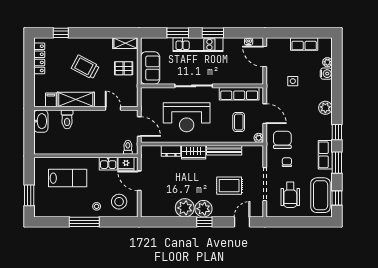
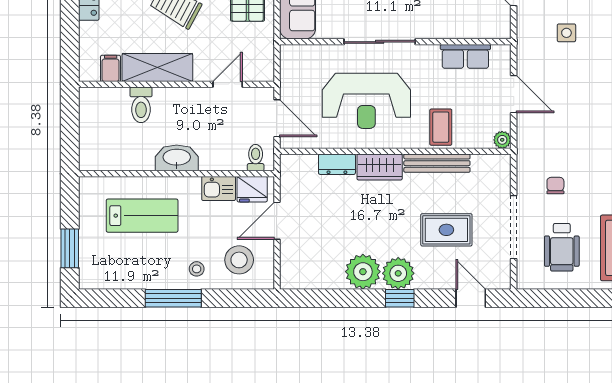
row of seats: (239, 94) -> (465, 56), width x0.68
door: (113, 108) -> (228, 84), hinge flipped
washbasin: (41, 121) -> (177, 158), moved, turned -90
coffee table: (239, 122) -> (441, 127), moved
chair: (282, 140) -> (547, 144), removed
door: (139, 181) -> (277, 221), hinge flipped
door: (242, 222) -> (471, 298), hinge flipped

